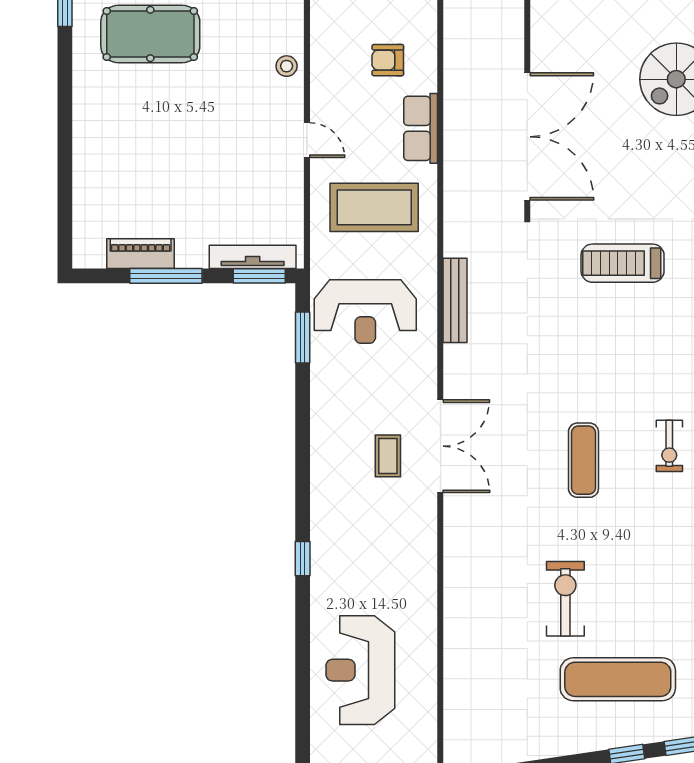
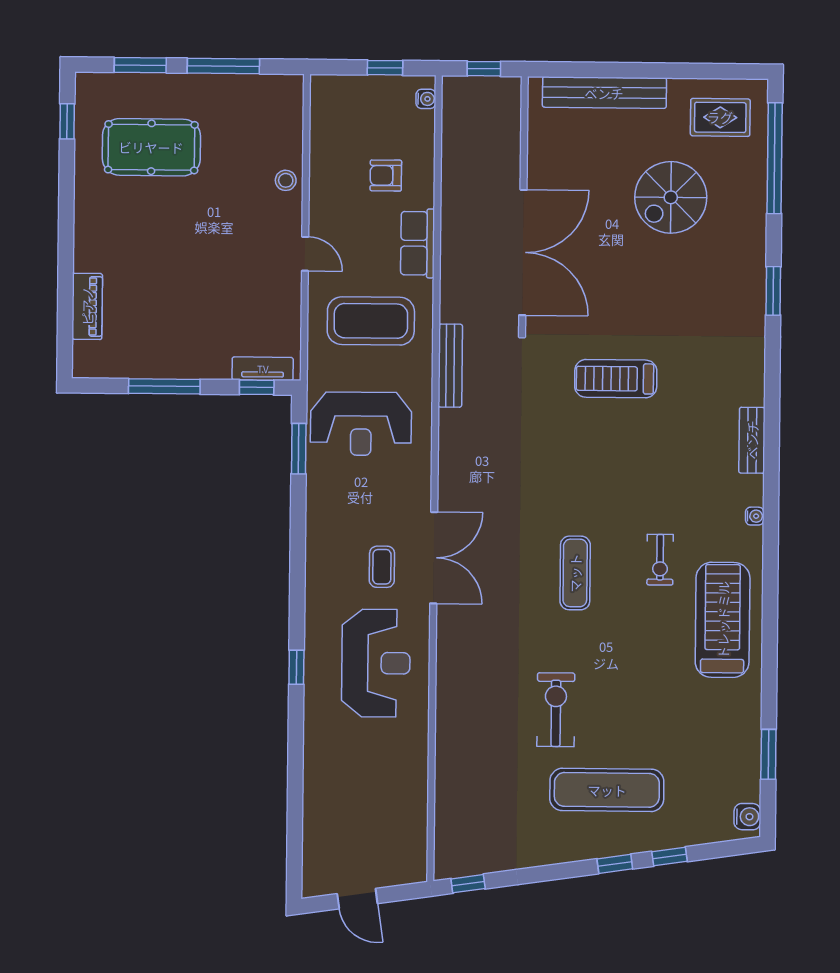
piano: (141, 254) -> (87, 306), moved, turned 90
tv unit: (253, 257) -> (263, 369), width x0.71
window: (259, 276) -> (257, 387), width x0.67
bench: (455, 300) -> (450, 366), moved
reception desk: (360, 670) -> (376, 663), moved, turned 180

